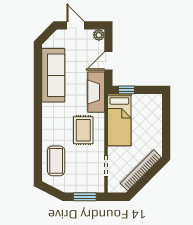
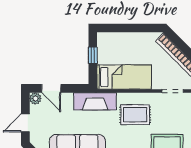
door: (108, 61) -> (51, 88), moved
window: (127, 90) -> (93, 55), moved

